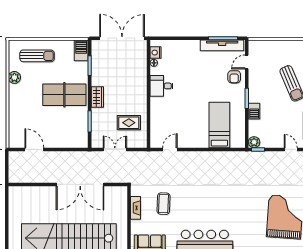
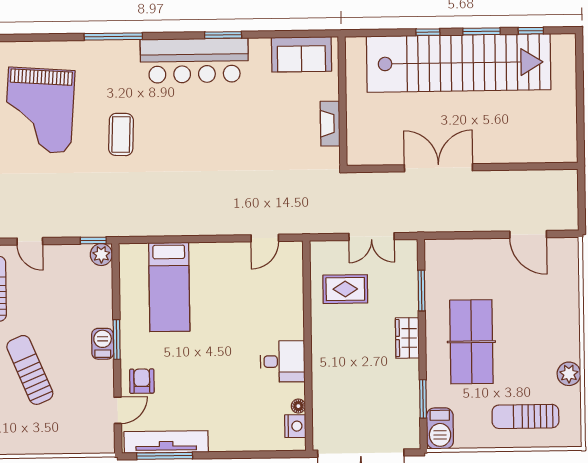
table tennis table: (64, 95) -> (471, 342), turned 90
barbecue: (254, 111) -> (103, 344), moved
double door: (80, 184) -> (438, 168), width x0.73
coffee table: (164, 204) -> (121, 134), moved

